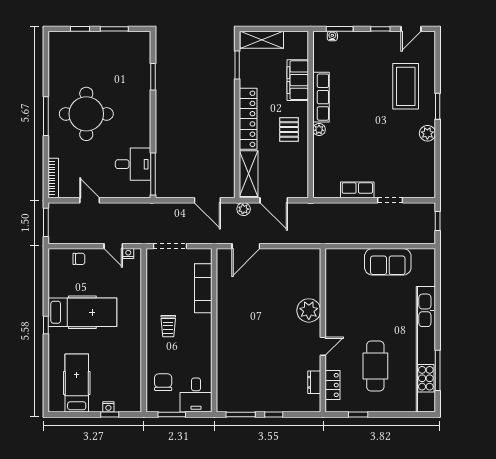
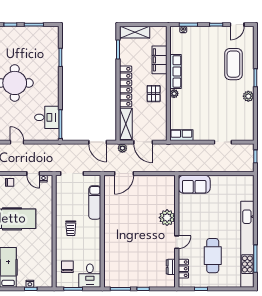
row of seats: (357, 190) -> (181, 135), moved
sofa: (388, 262) -> (194, 184), moved

